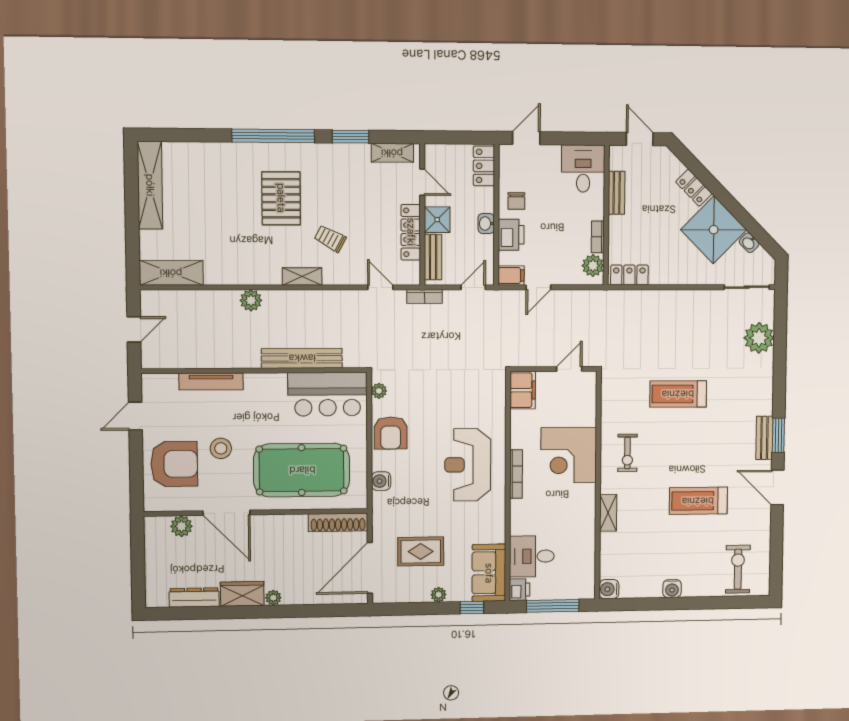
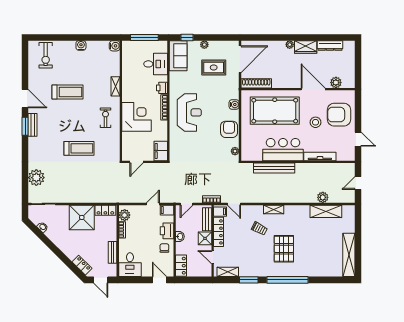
door: (526, 138) -> (159, 280), swing flipped
locker: (694, 188) -> (82, 265), moved
shower: (714, 230) -> (82, 217), moved, turned 45
filing cabinet: (408, 272) -> (220, 212), added
shelving: (171, 273) -> (326, 211), moved
plant: (251, 300) -> (323, 197), moved
bar counter: (328, 394) -> (283, 150), moved
door: (135, 416) -> (358, 139), hinge flipped
printer: (520, 590) -> (162, 88), moved

